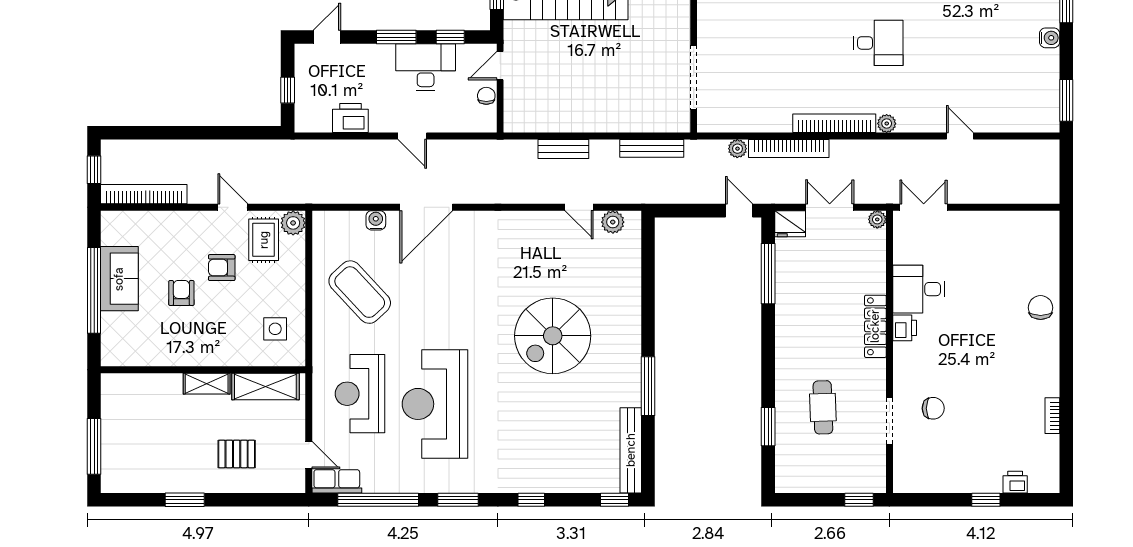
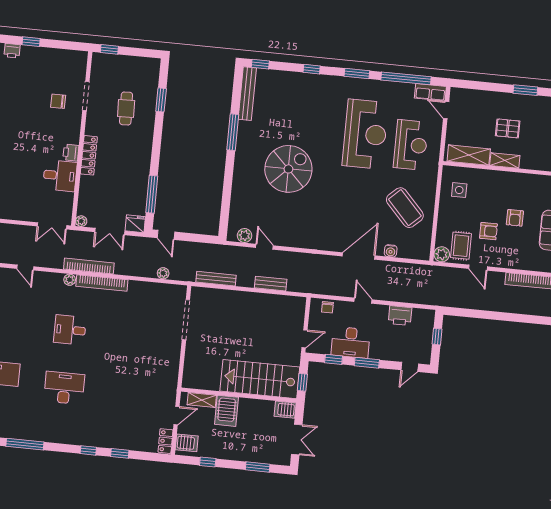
chair: (486, 96) -> (327, 307), moved
bookcase: (789, 149) -> (89, 266), moved
pallet: (237, 454) -> (508, 128), moved

